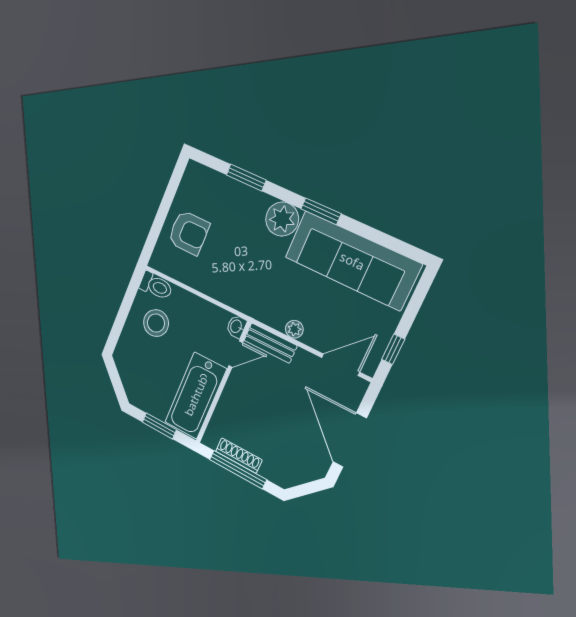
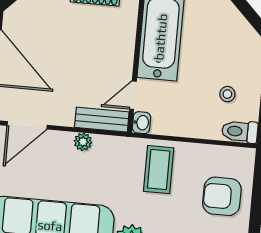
coffee table: (235, 278) -> (159, 170), added
stool: (156, 323) -> (227, 94), width x0.53, depth x0.53

